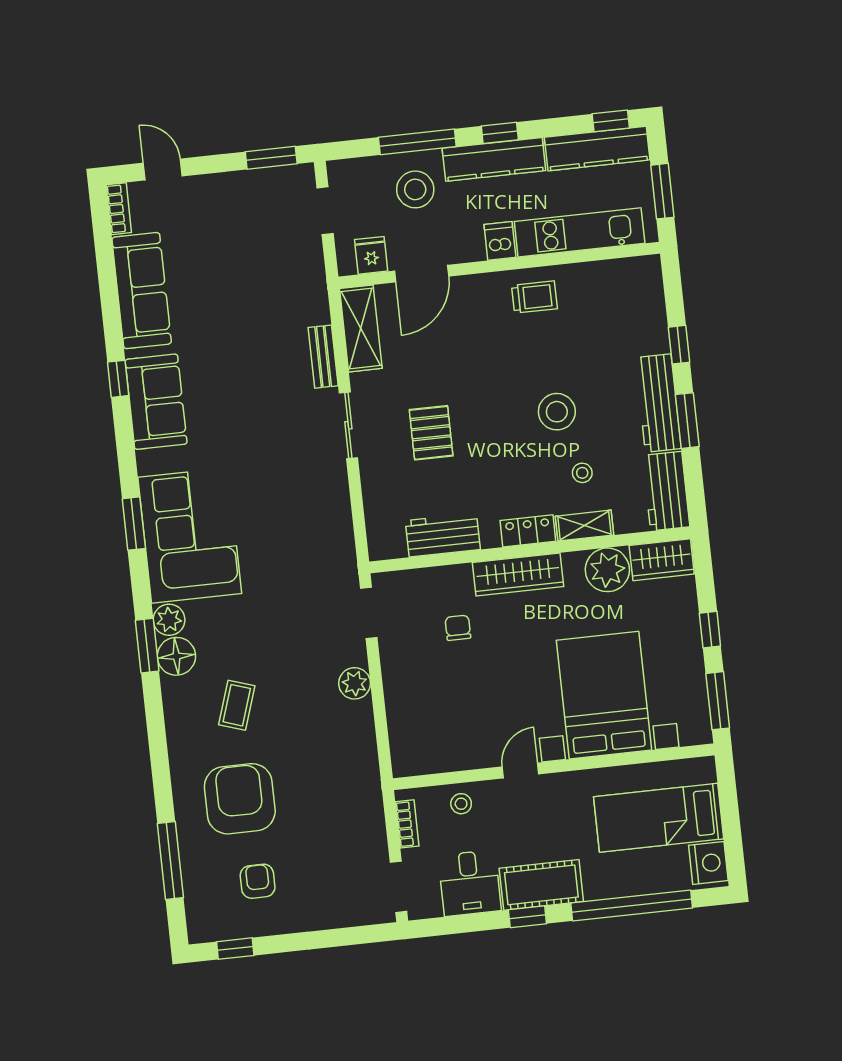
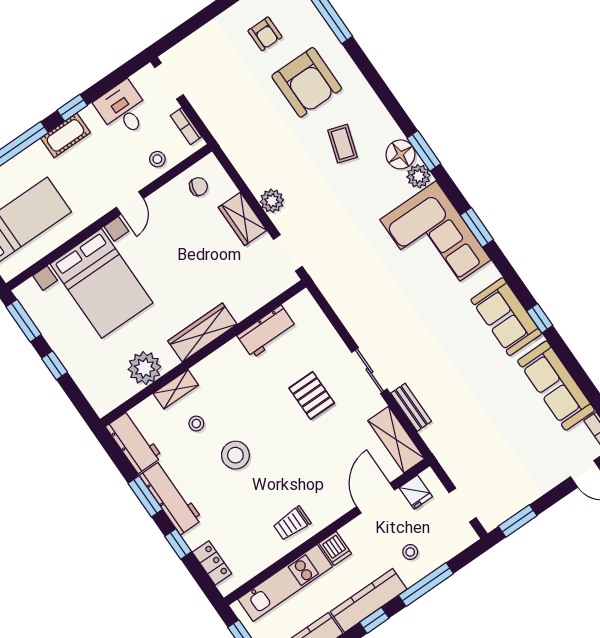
stool: (415, 189) -> (410, 552), width x0.53, depth x0.53
locker: (528, 531) -> (212, 563), moved, turned -90
wardrobe: (662, 560) -> (242, 219), moved, turned -90
chair: (458, 628) -> (198, 187), moved, turned -76
cot: (541, 885) -> (65, 135), width x0.73, depth x0.75

